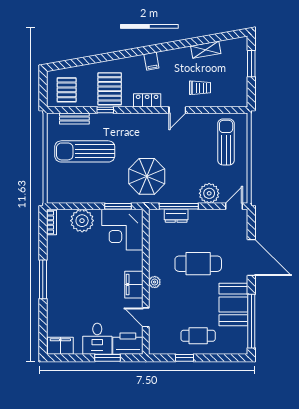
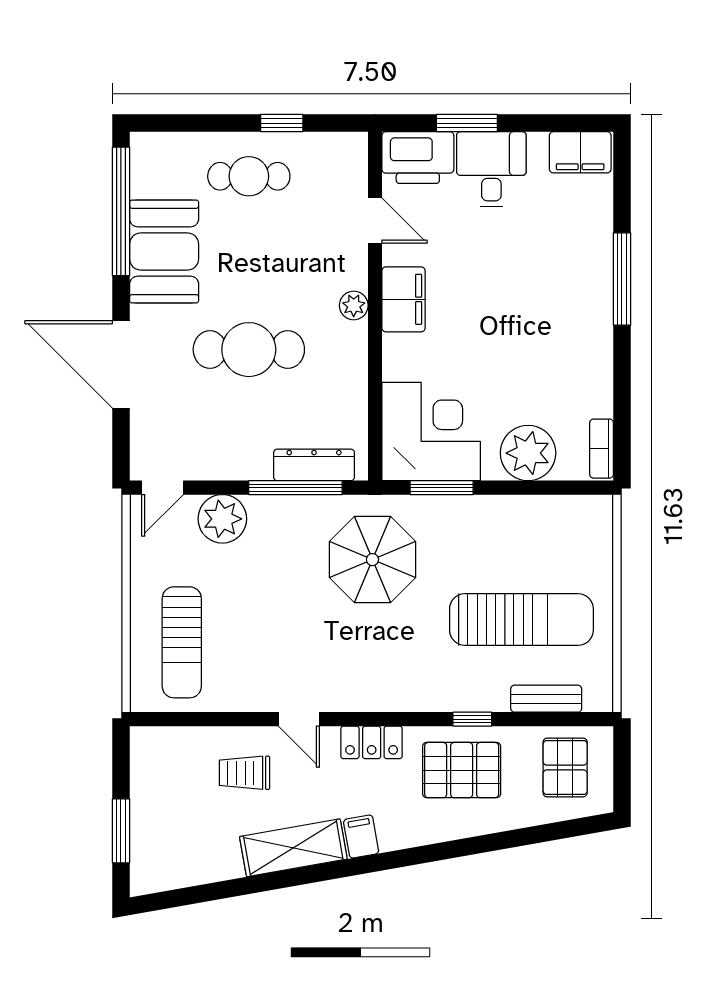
shelving: (206, 50) -> (293, 848), moved, width x1.50, depth x1.33
pallet: (110, 89) -> (462, 770), turned 90
door: (177, 110) -> (299, 719), swing flipped
dresser: (176, 216) -> (314, 465), width x1.44
window: (43, 279) -> (622, 279), moved

